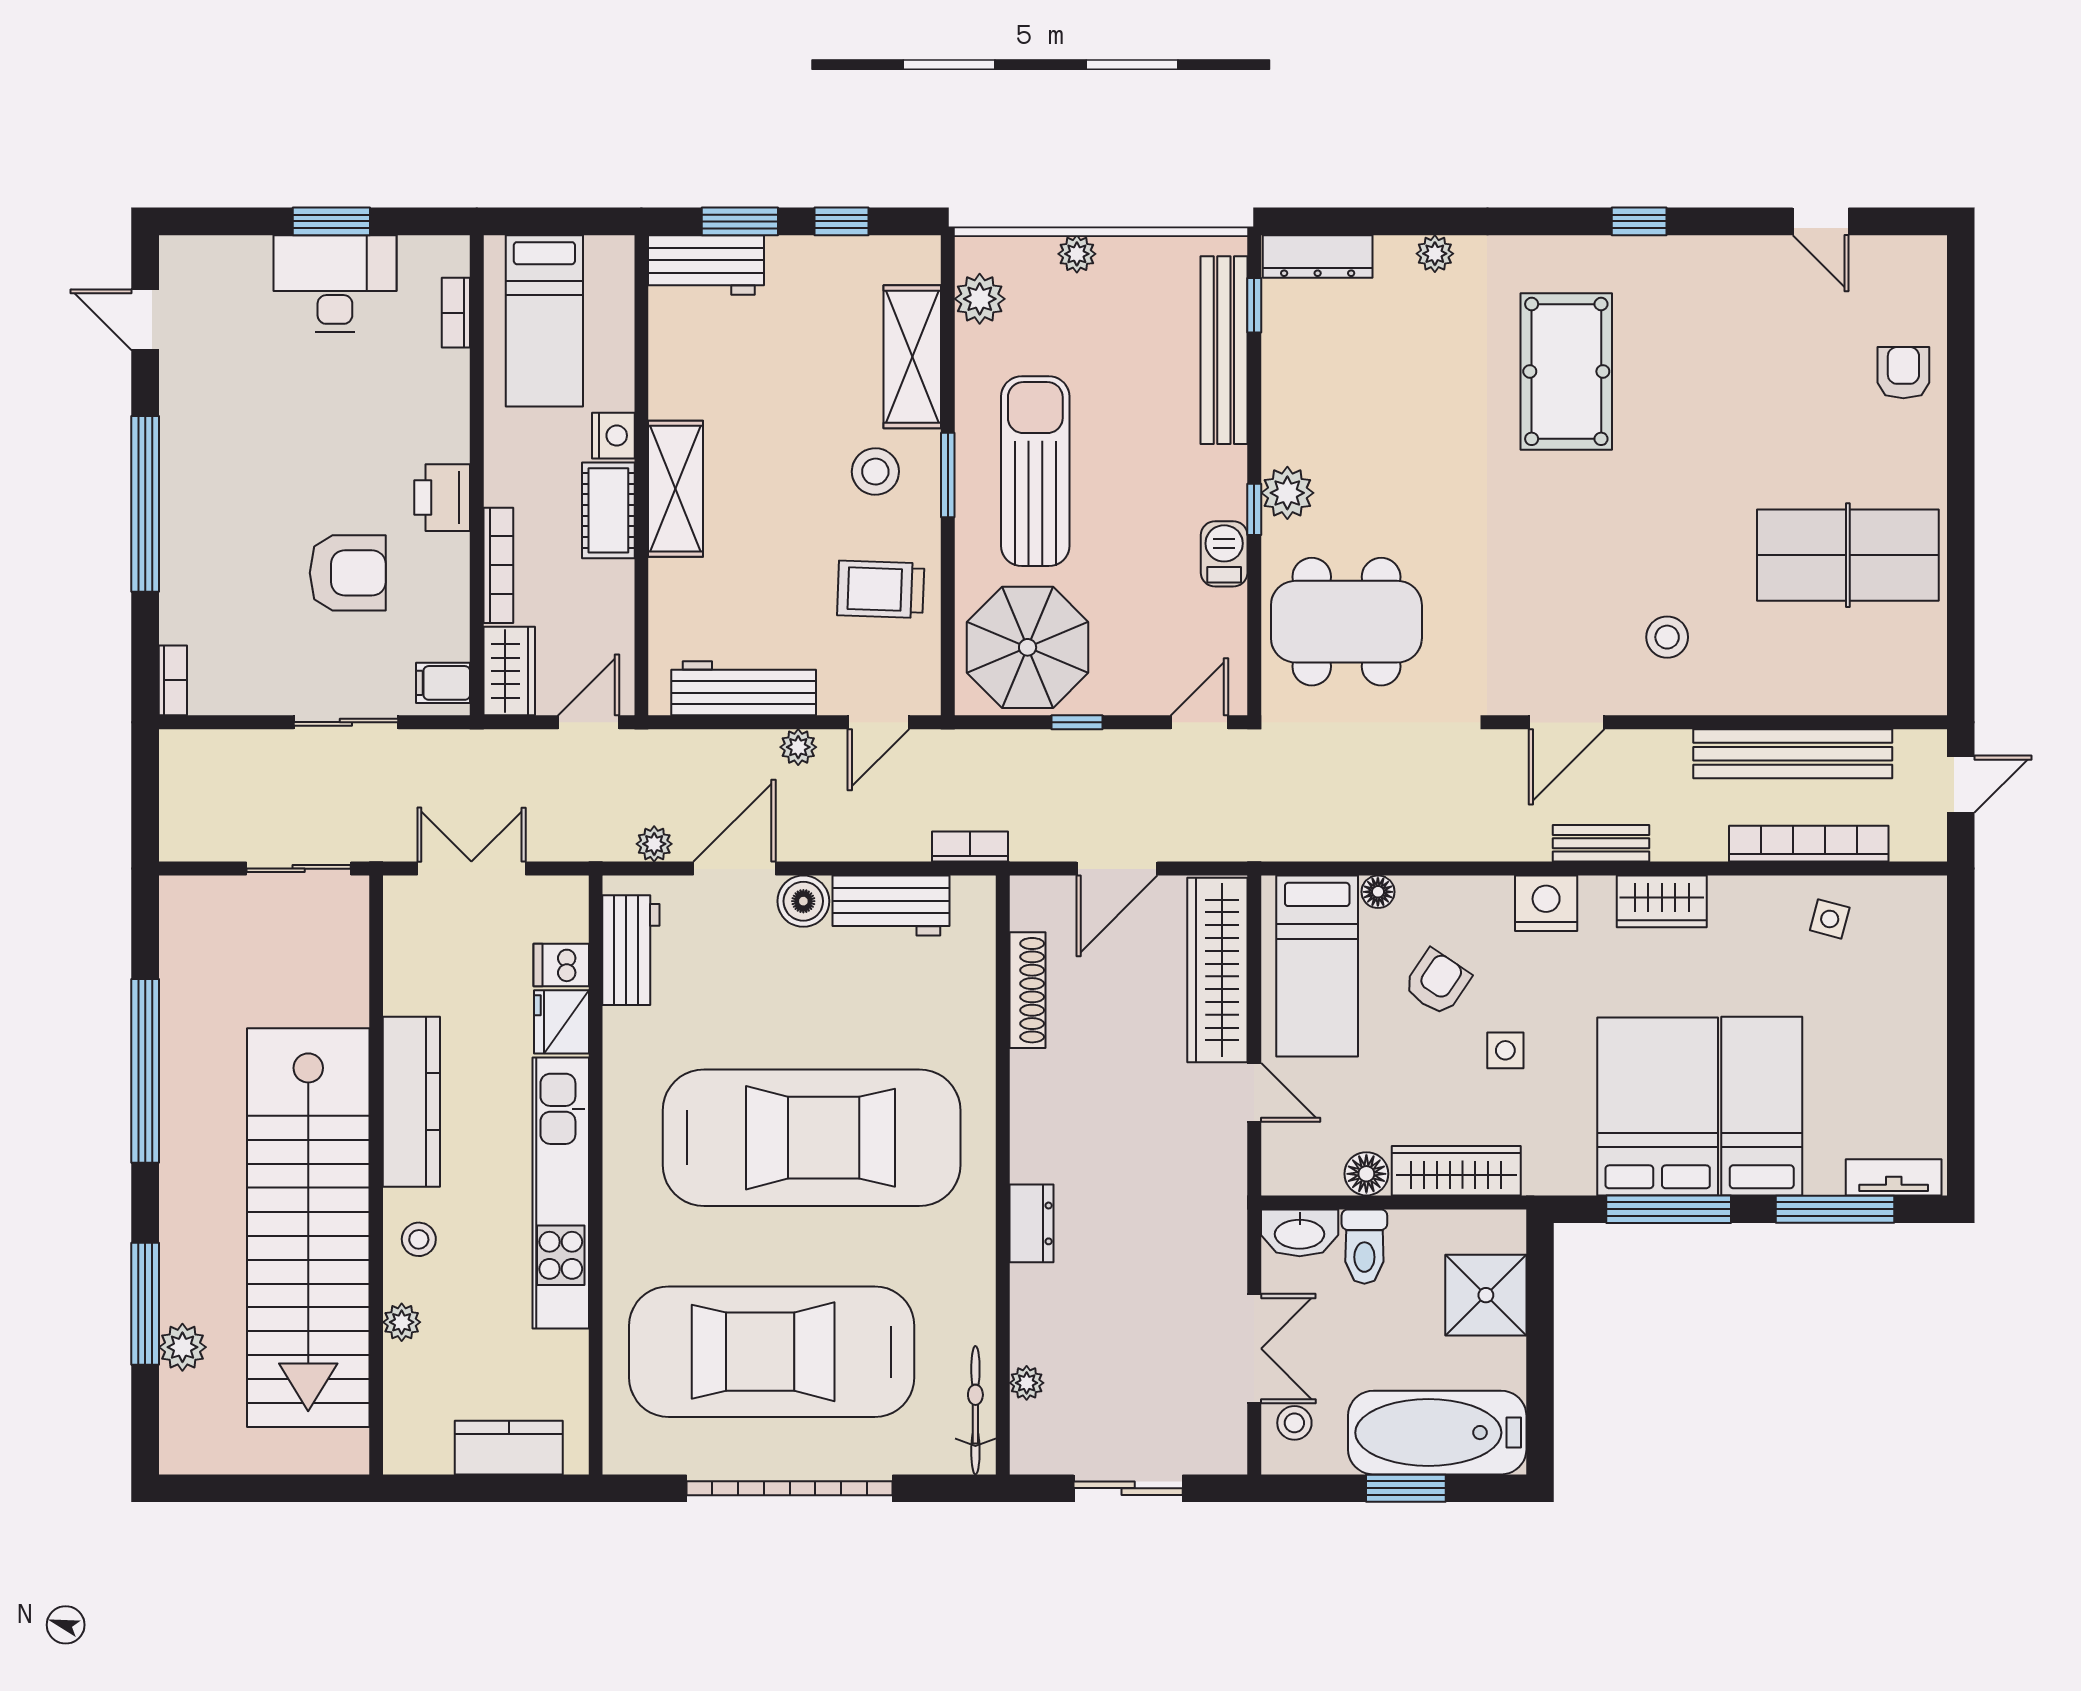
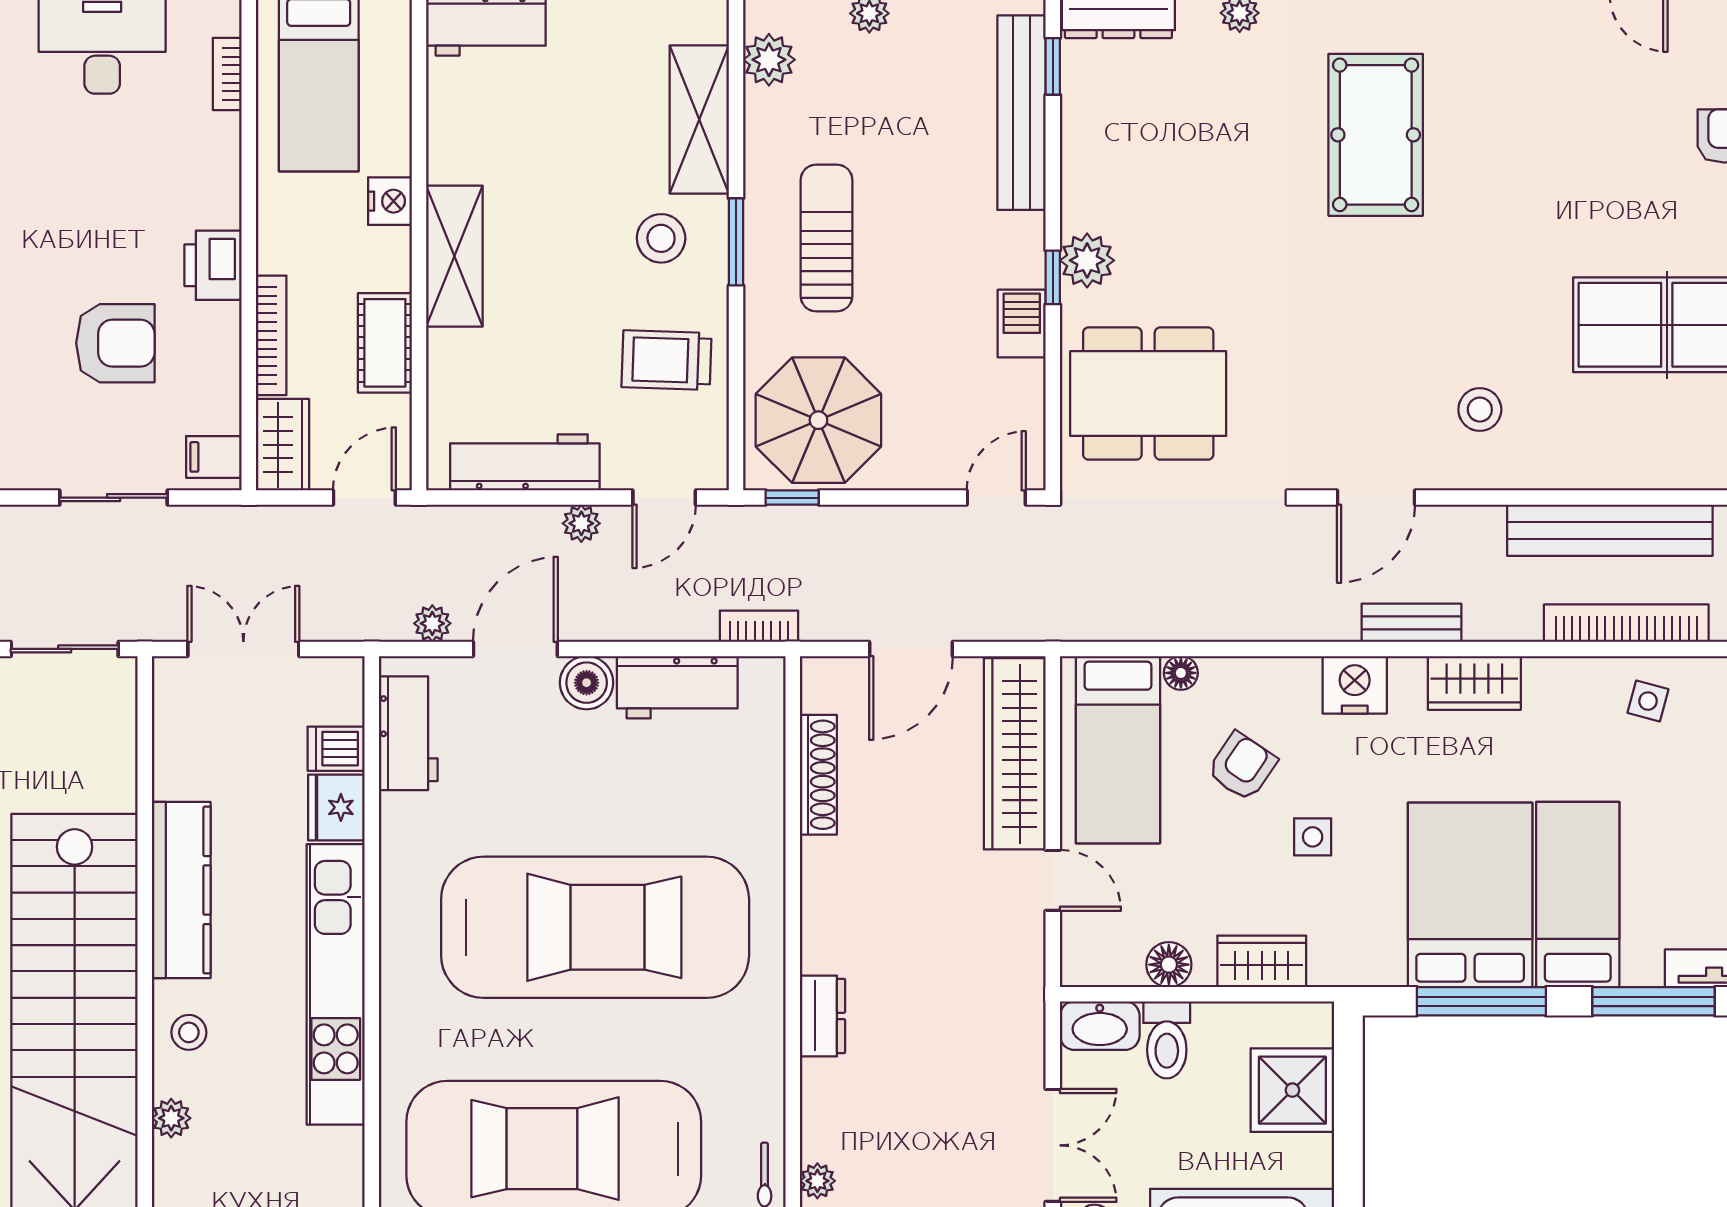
sun lounger: (1035, 471) -> (826, 238), width x0.73, depth x0.75
cot: (608, 510) -> (385, 343), moved
window: (1077, 722) -> (792, 498), moved
wardrobe: (1456, 1171) -> (1262, 961), width x0.67

